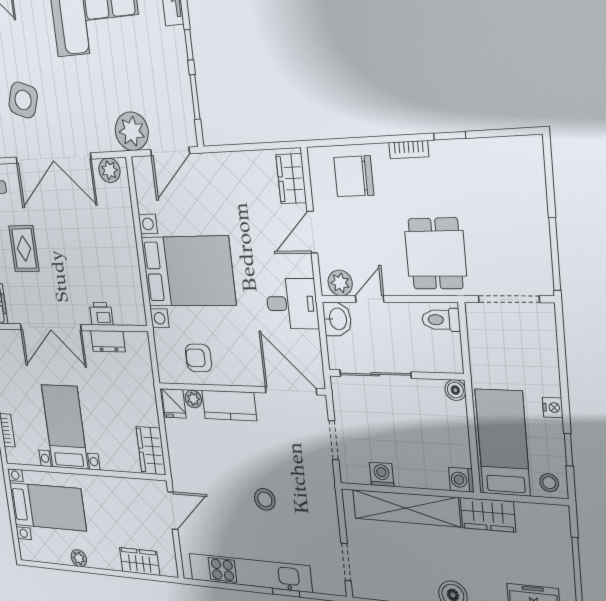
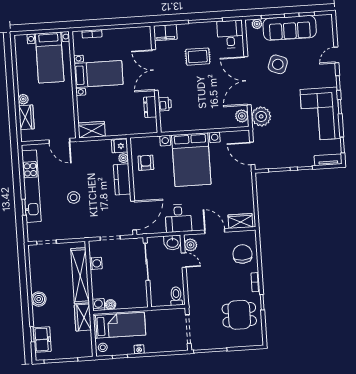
plant: (132, 131) -> (261, 116), moved
dining table: (436, 254) -> (239, 315), moved
boiler: (455, 390) -> (111, 305), moved
plant: (79, 558) -> (23, 99), moved

